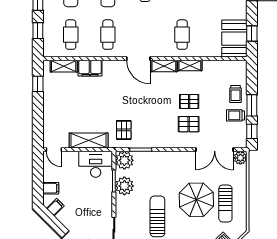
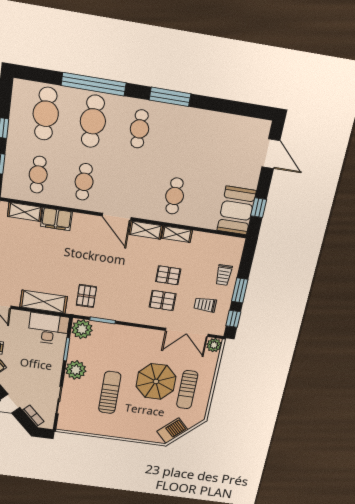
trolley: (235, 115) -> (205, 305), moved
plant: (124, 186) -> (76, 370), moved

